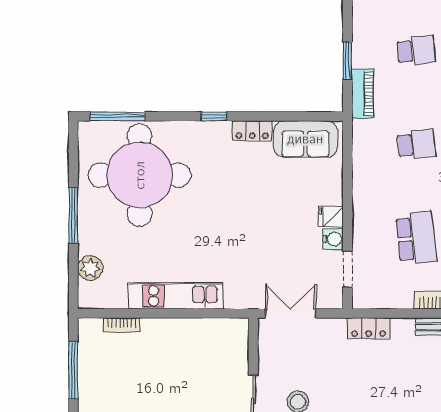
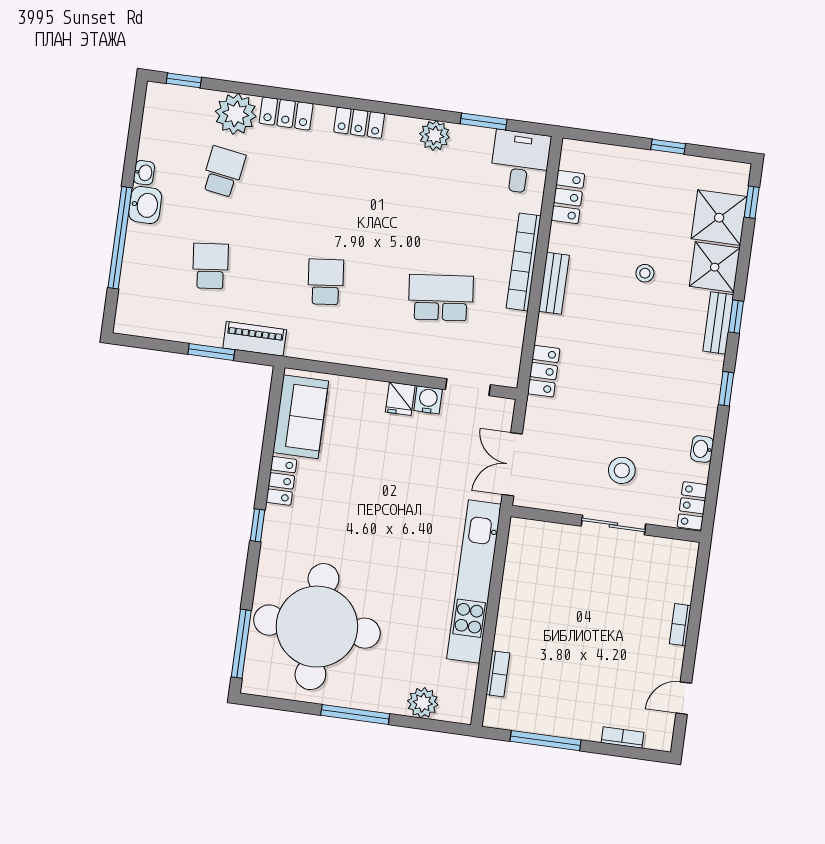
kitchen unit: (175, 296) -> (474, 582), width x1.36

